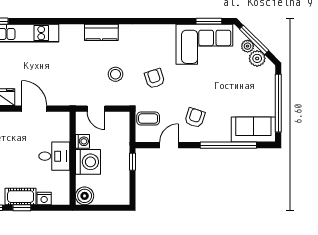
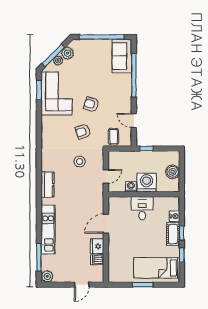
kitchen counter: (101, 32) -> (48, 185), moved
armchair: (195, 118) -> (91, 104), moved
boiler: (85, 196) -> (173, 172), moved

